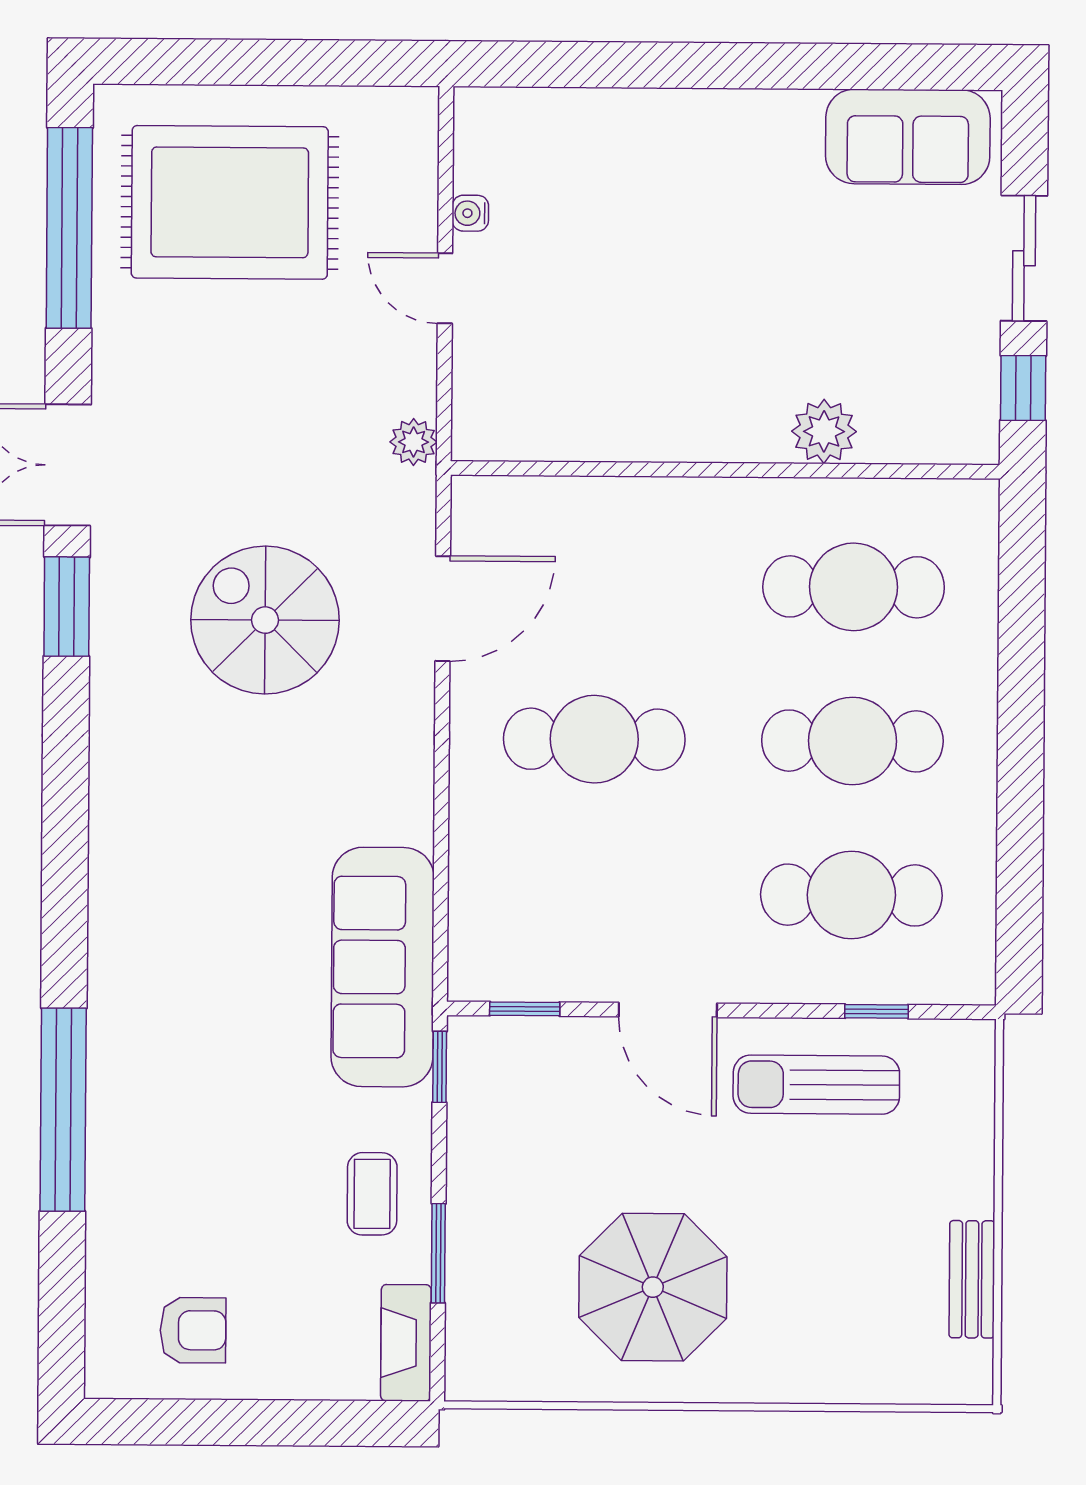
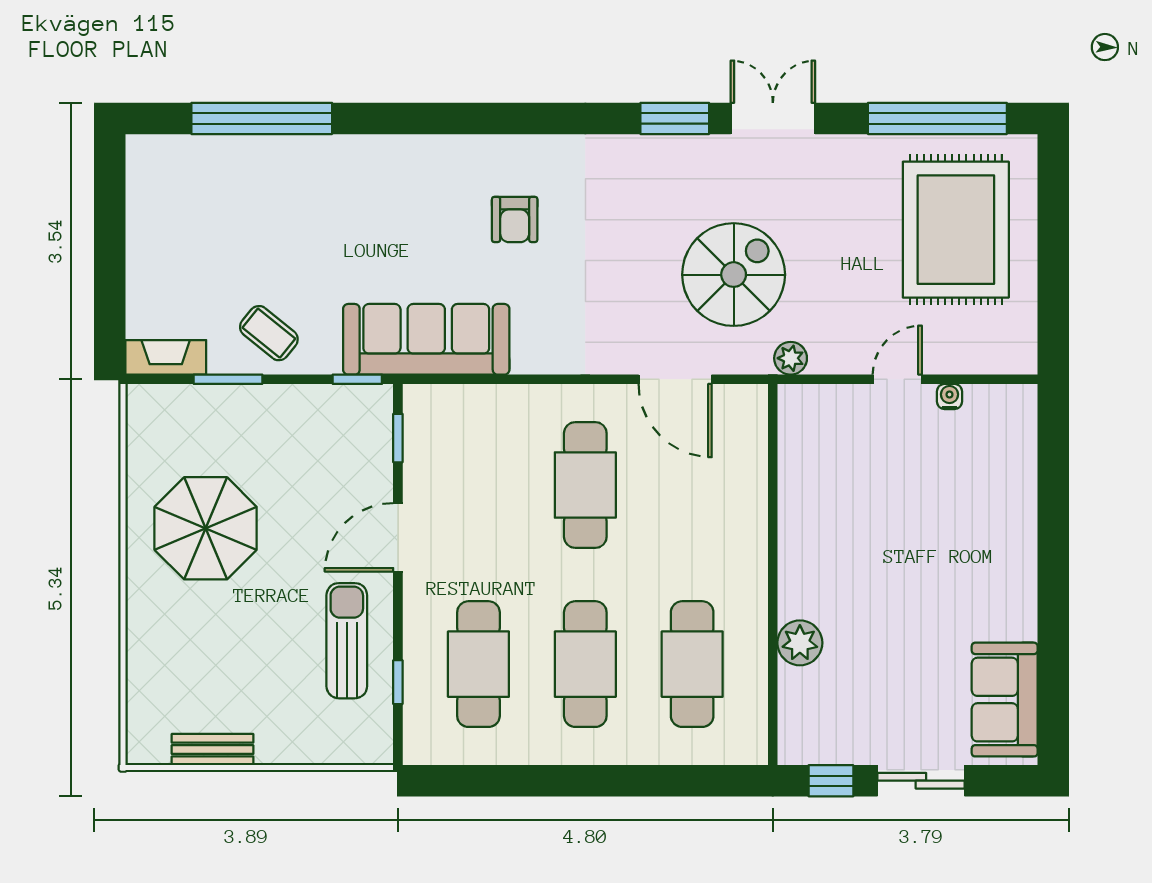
spiral stairs: (265, 620) -> (734, 275), moved
window: (63, 1110) -> (262, 118), moved
coffee table: (372, 1194) -> (269, 333), turned 39
armchair: (193, 1330) -> (515, 219), moved

